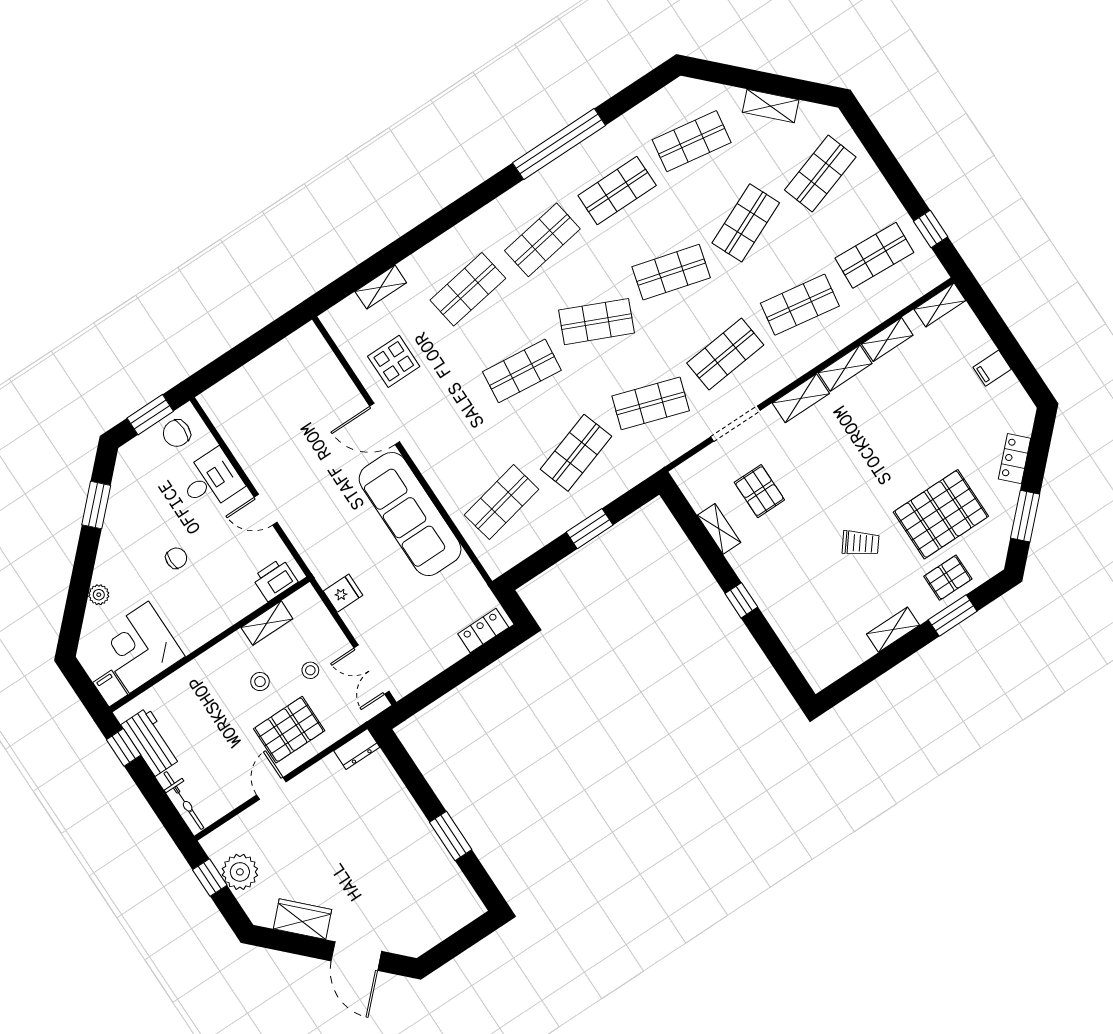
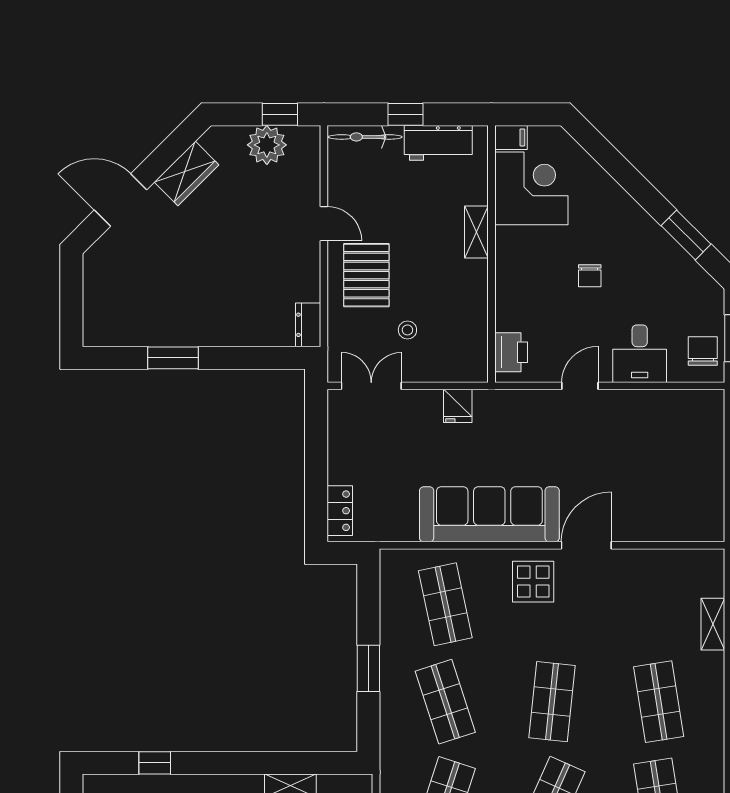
display table: (394, 361) -> (533, 582), moved
plant: (99, 595) -> (603, 183), removed
window: (741, 600) -> (155, 763), moved
shelving: (267, 623) -> (476, 232), moved
stool: (260, 682) -> (427, 278), removed
window: (124, 747) -> (406, 114), moved

